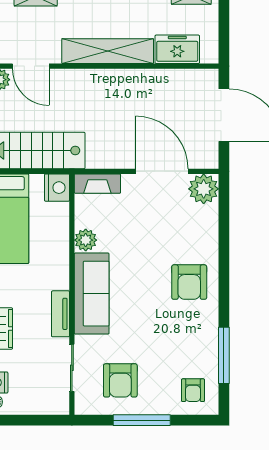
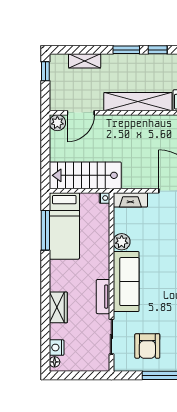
door: (31, 66) -> (81, 113), hinge flipped
nightstand: (57, 188) -> (104, 198), width x0.53, depth x0.56

